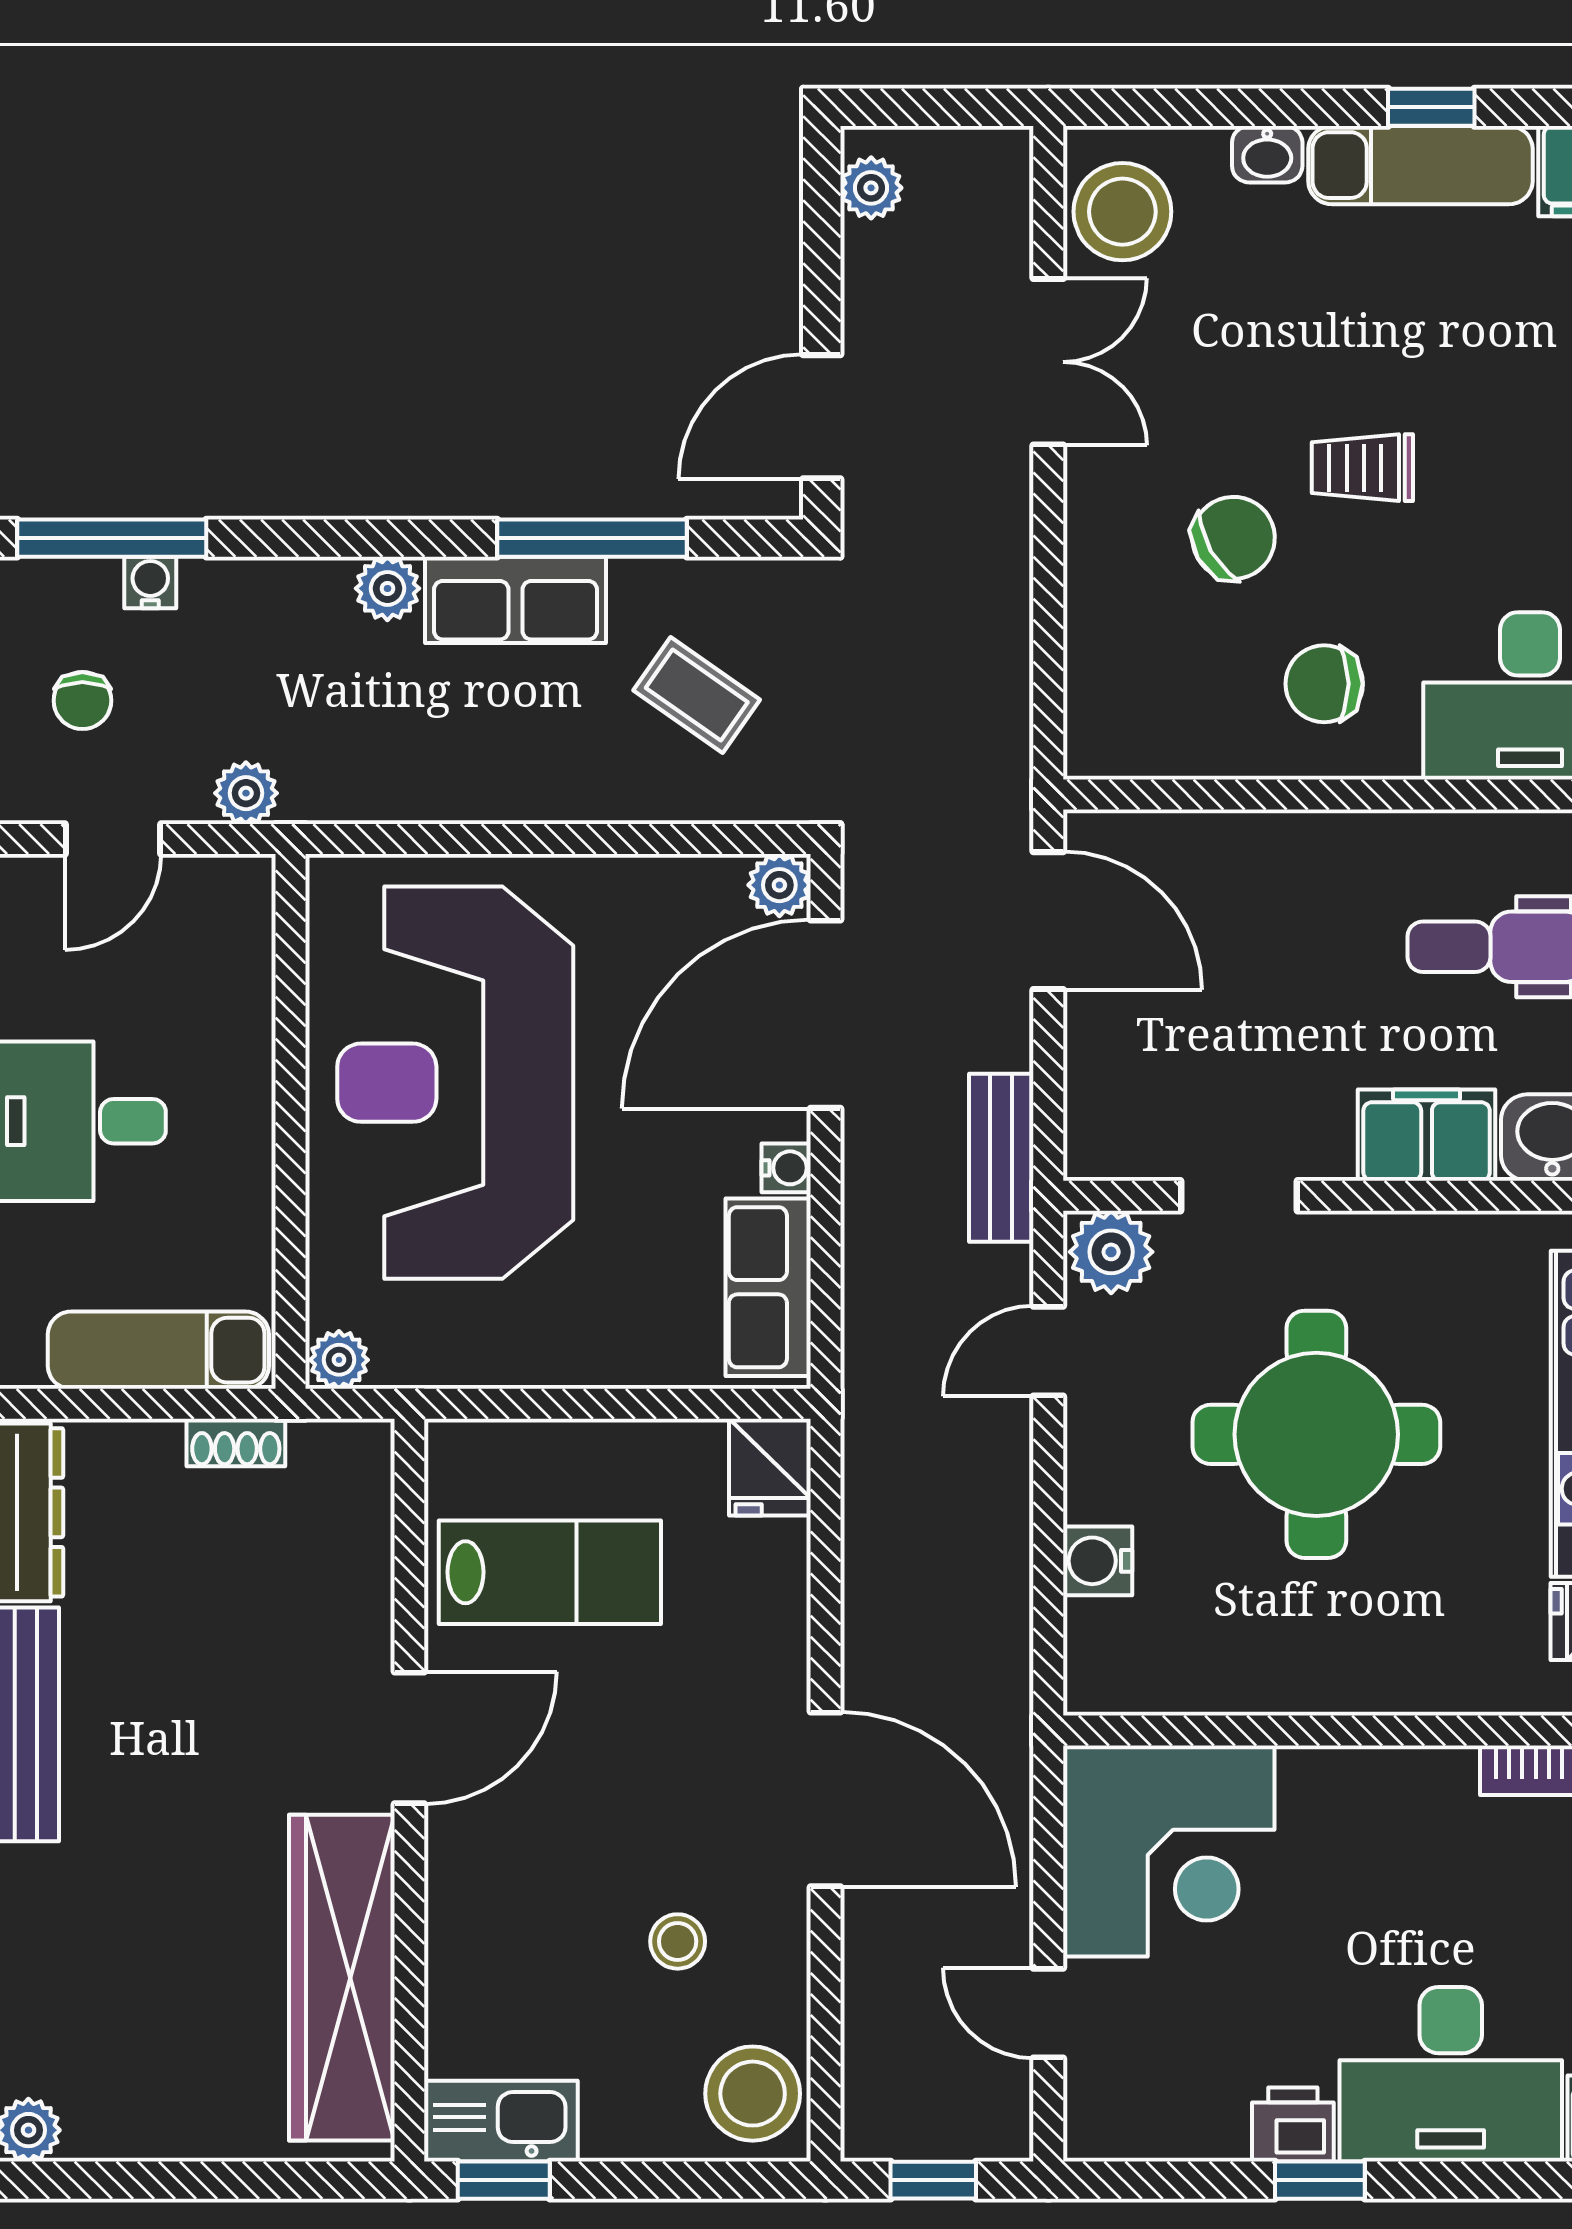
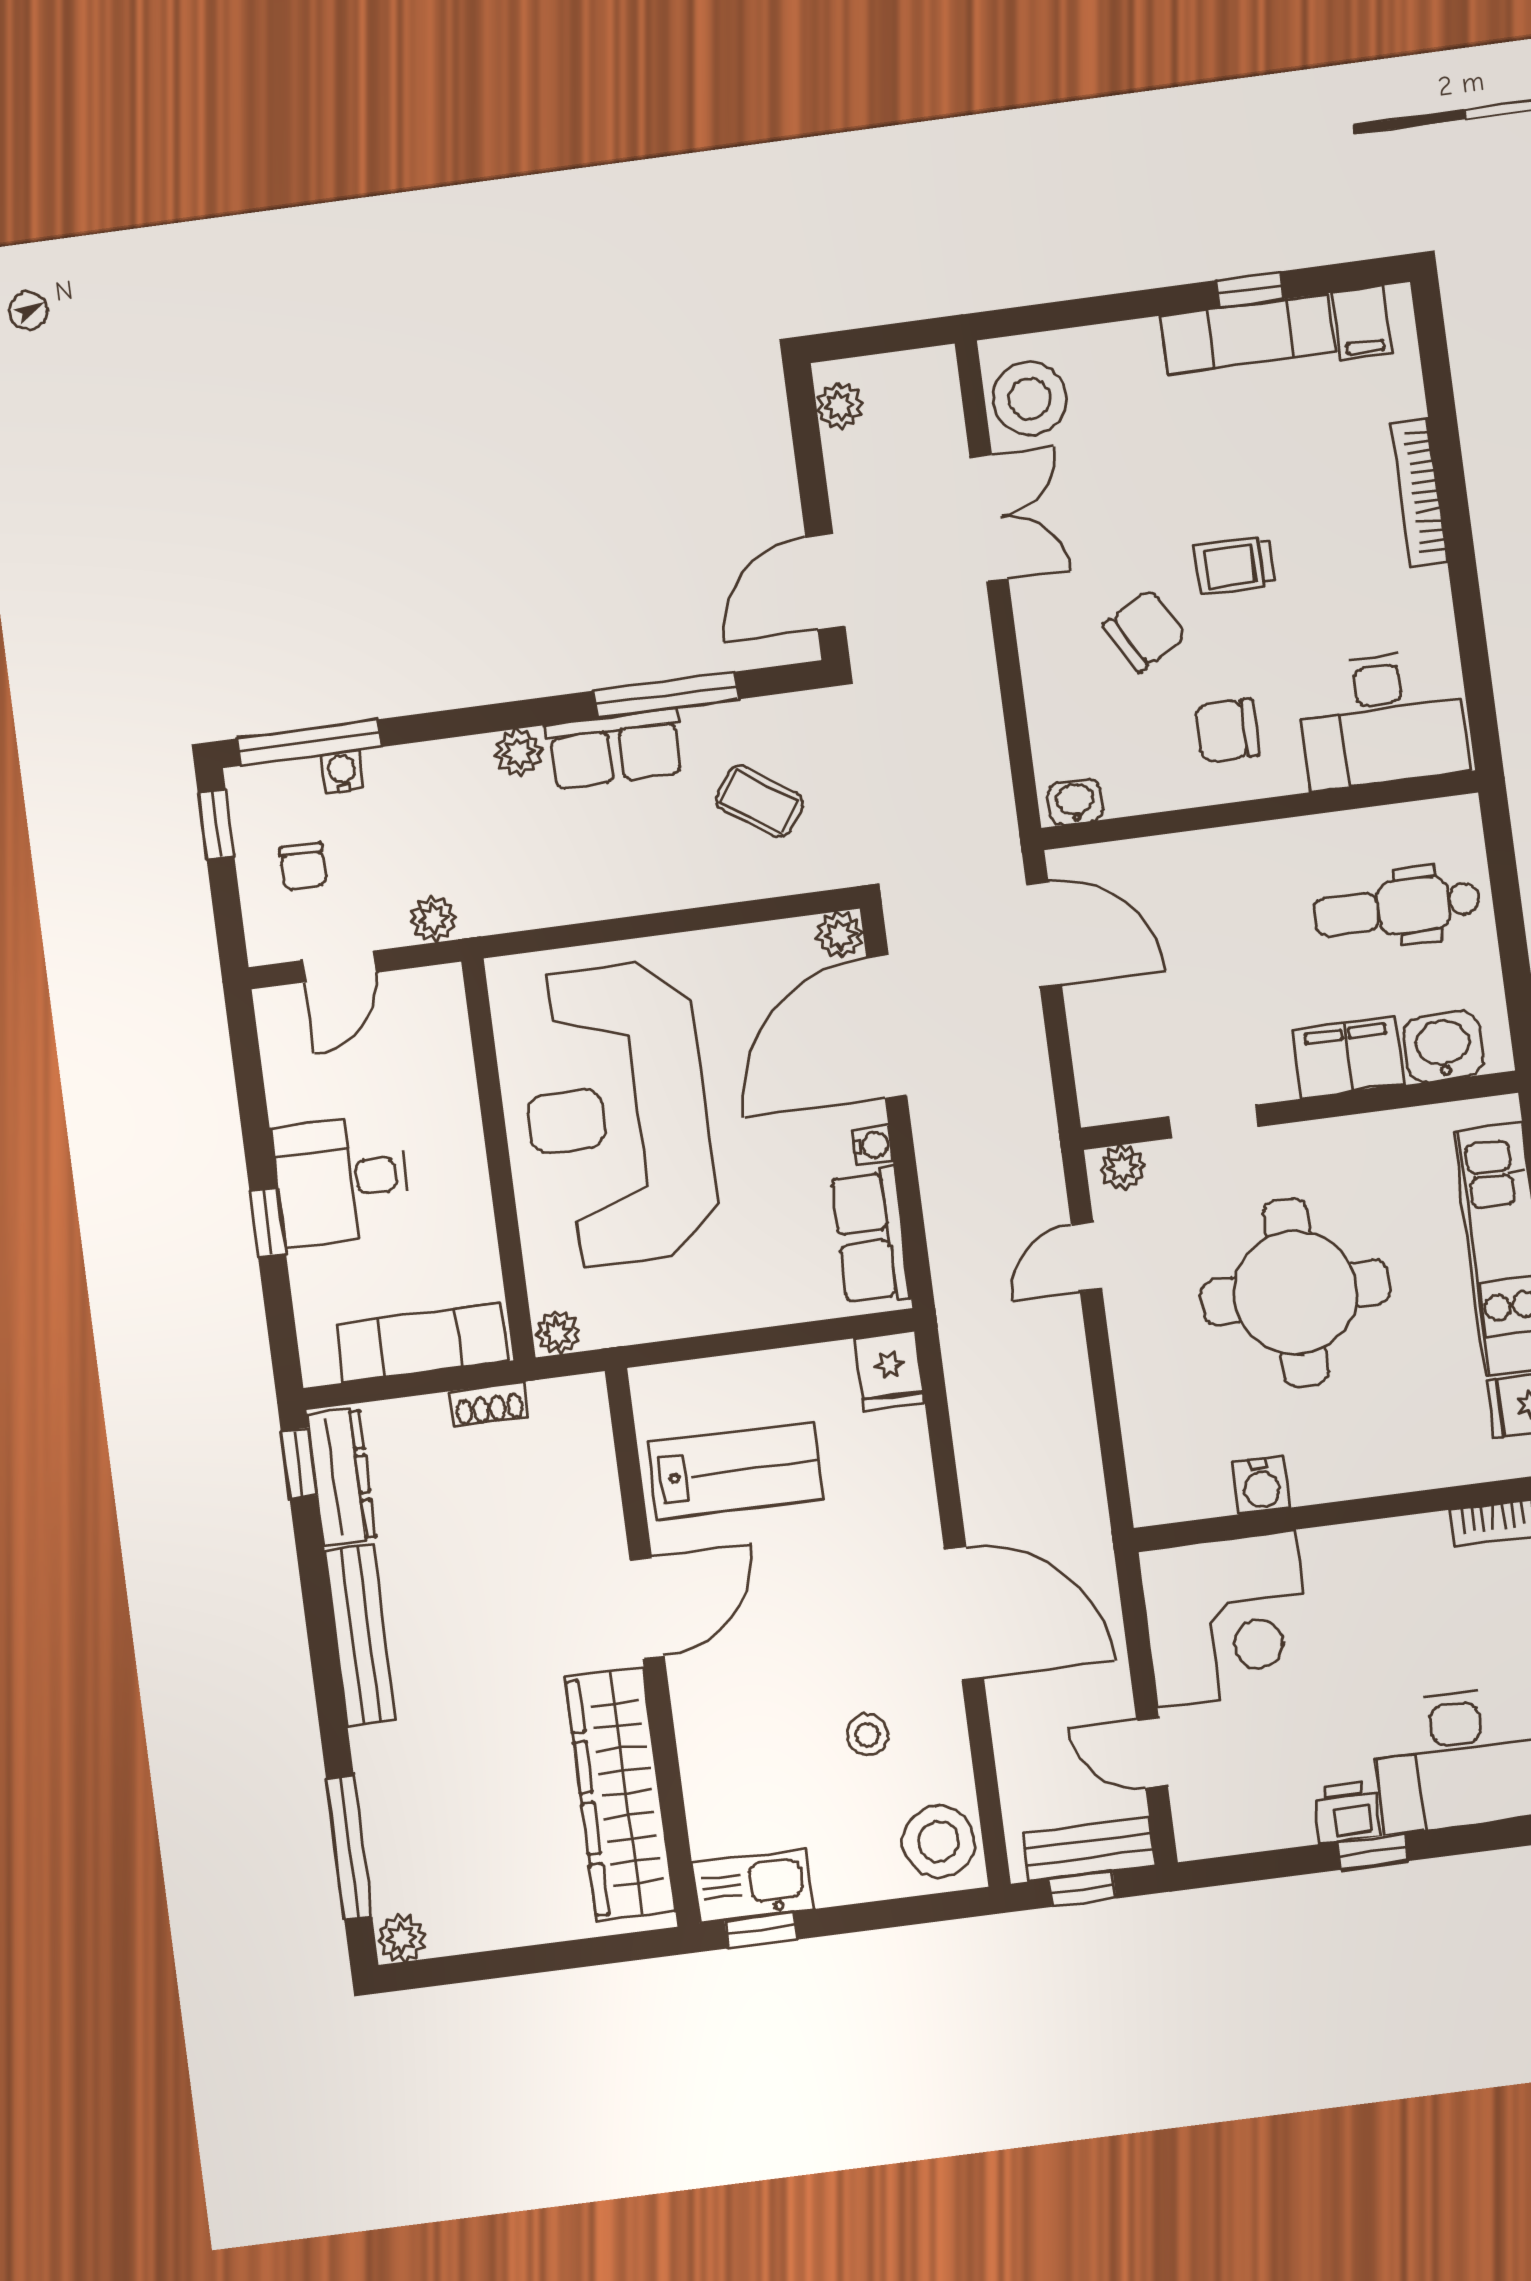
washbasin: (1267, 154) -> (1075, 802), moved, turned 180
bench: (1001, 1158) -> (1089, 1849), moved, turned 90
plant: (1111, 1252) -> (1123, 1168), width x0.73, depth x0.73
water cooler: (1098, 1561) -> (1261, 1485), moved, turned -90

